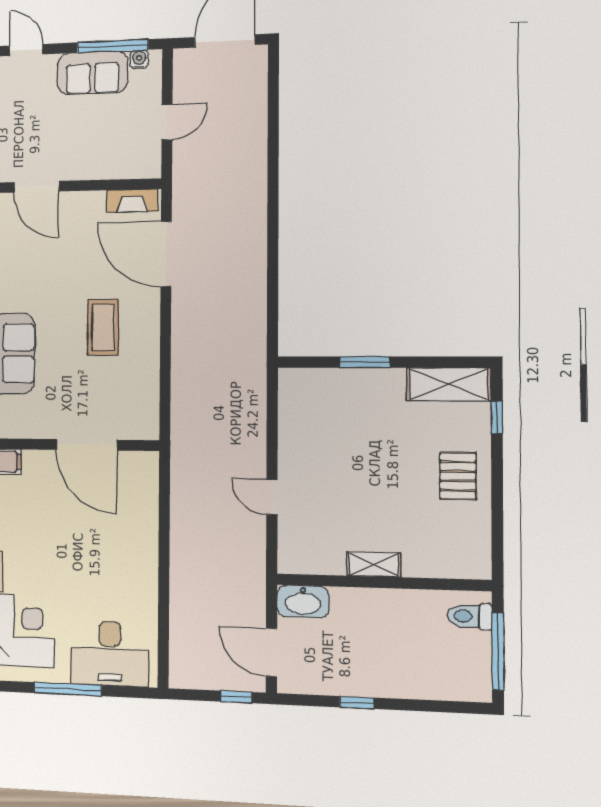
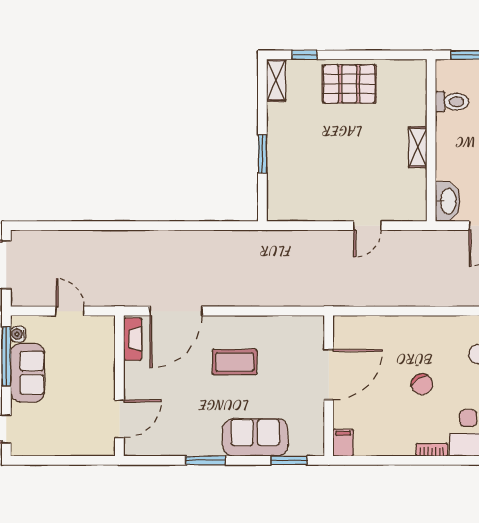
shelving: (449, 384) -> (276, 80), width x0.67, depth x0.75
pallet: (458, 476) -> (349, 84), width x1.50, depth x1.42
chair: (74, 562) -> (422, 384), added
toilet: (469, 616) -> (452, 102), moved, turned -90

